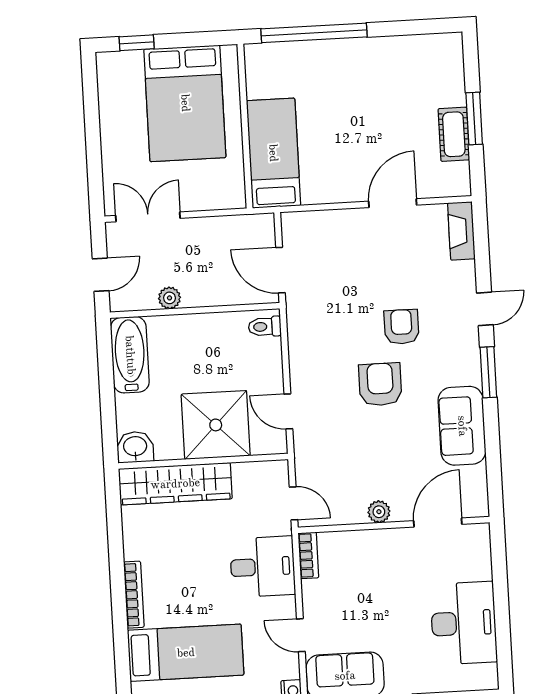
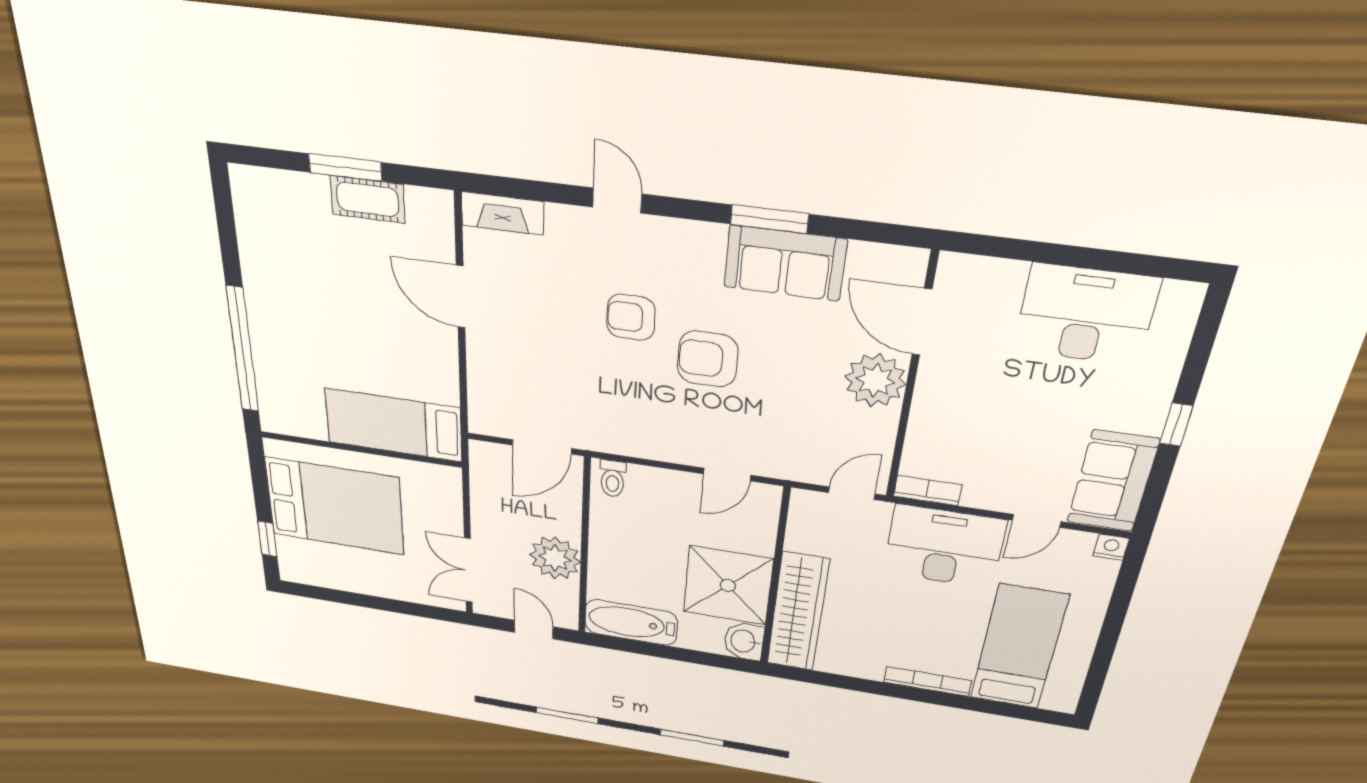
plant: (170, 298) -> (555, 558), width x1.88, depth x1.88
window: (488, 372) -> (769, 219), moved
shower: (216, 425) -> (728, 585), moved
plant: (379, 512) -> (875, 380), width x1.87, depth x1.87
desk: (263, 567) -> (944, 547), width x1.37

